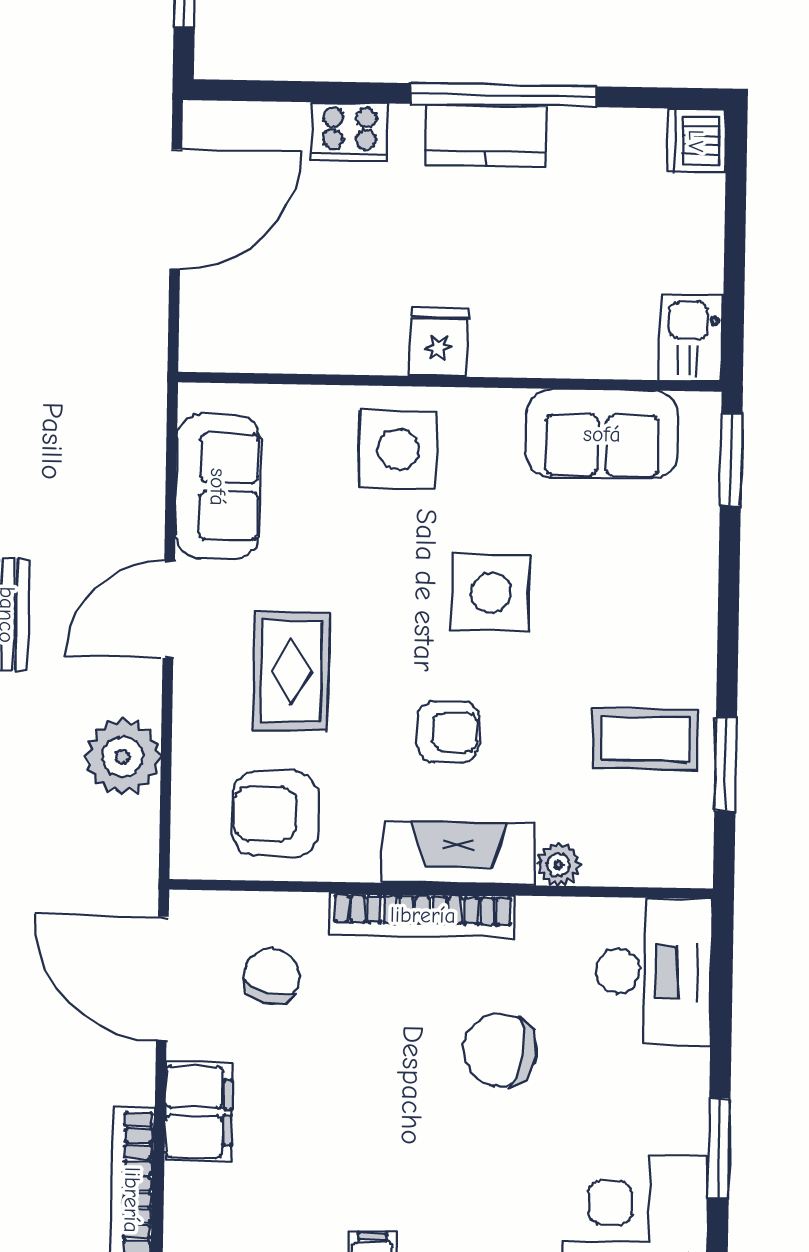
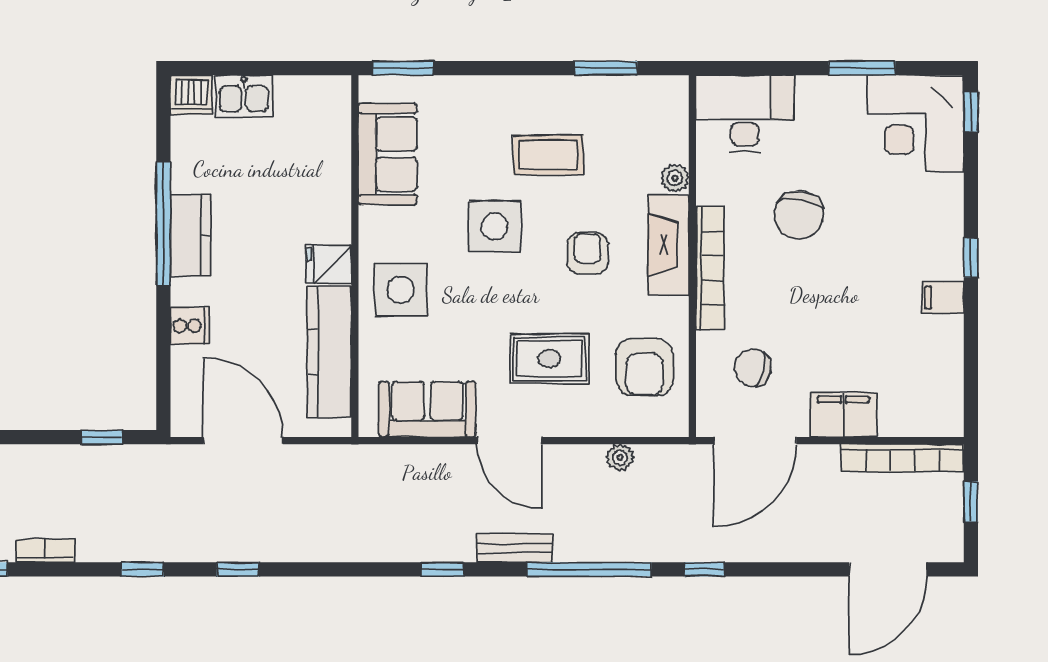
cooker: (349, 132) -> (190, 326), width x0.73
kitchen sink: (691, 338) -> (244, 96), moved
kitchen counter: (307, 341) -> (329, 352), added
coffee table: (645, 739) -> (548, 155), moved, turned 90
plant: (123, 757) -> (620, 458), width x0.53, depth x0.53

